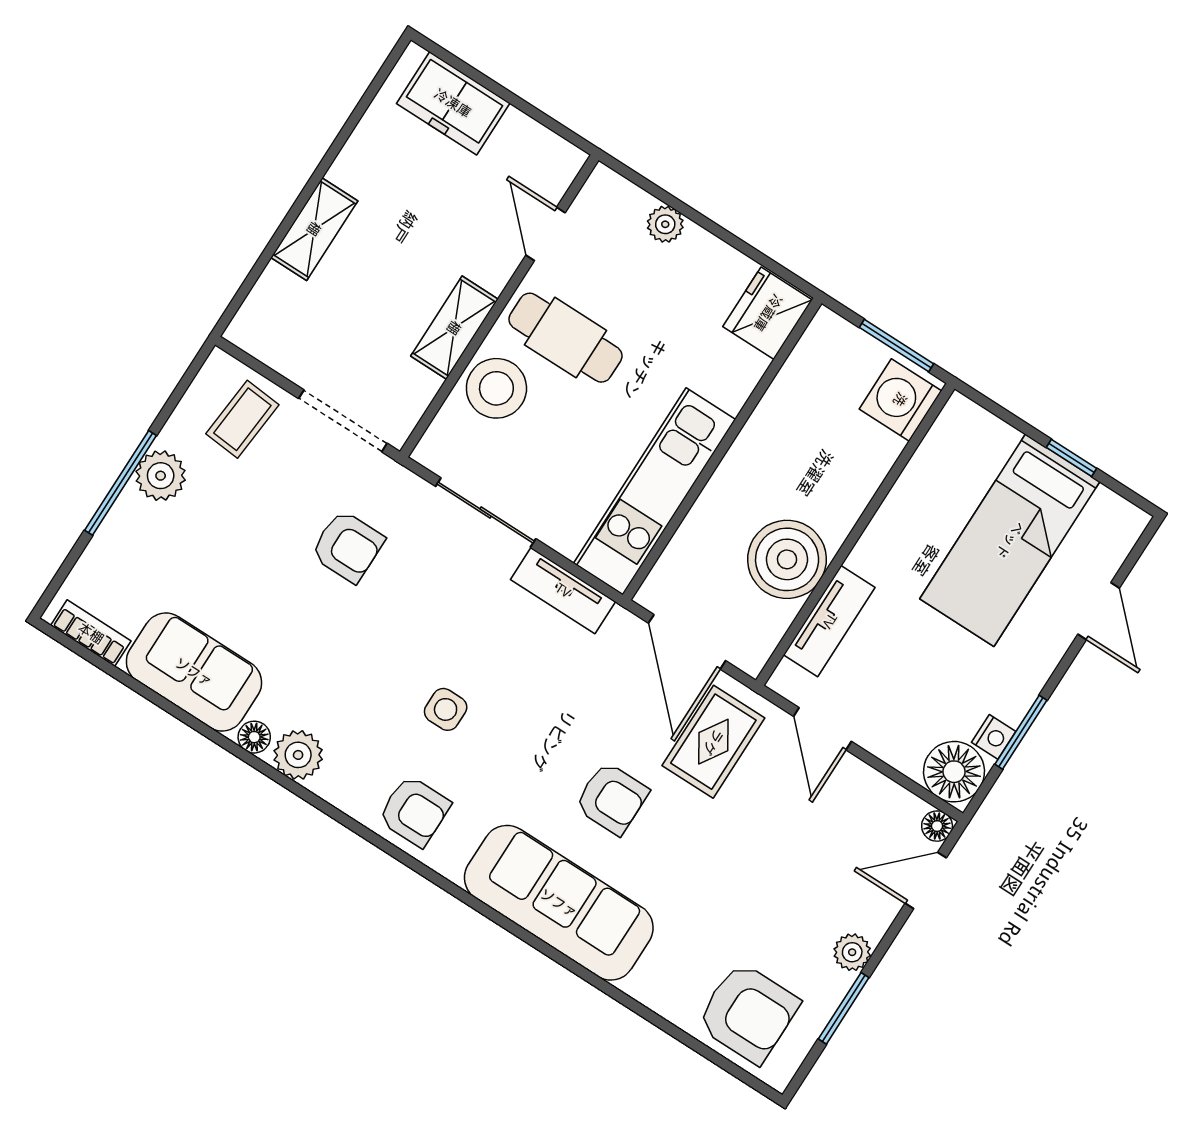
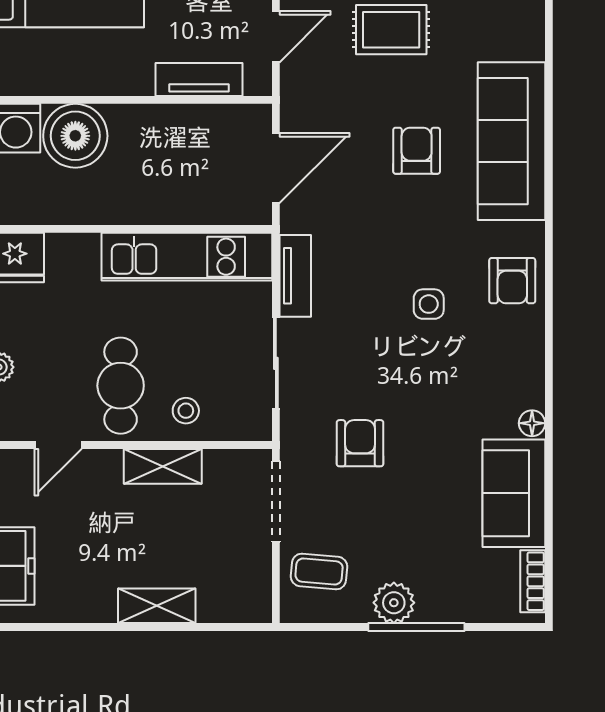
stool: (496, 388) -> (186, 411), width x0.53, depth x0.53
boiler: (787, 559) -> (75, 136), moved
rug: (713, 742) -> (391, 30), moved
plant: (298, 755) -> (525, 385), removed
armchair: (414, 811) -> (512, 281), turned 180

